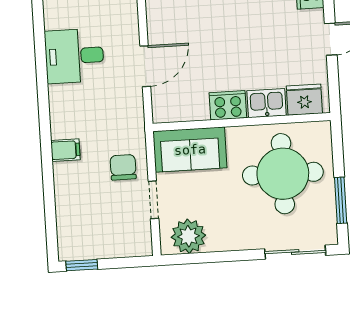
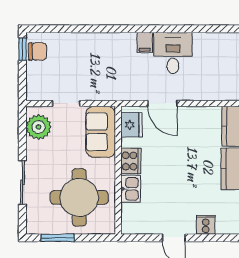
fridge: (304, 100) -> (131, 125), moved
filing cabinet: (65, 150) -> (145, 43), moved
chair: (123, 167) -> (38, 51), moved
sliding door: (295, 252) -> (22, 182), moved

